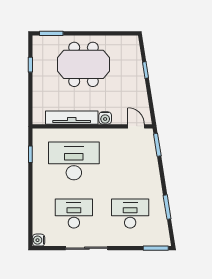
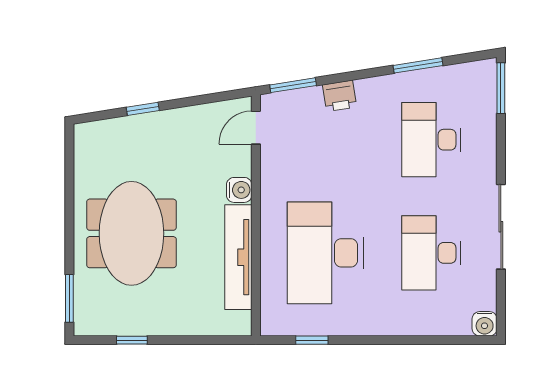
printer: (152, 168) -> (340, 96), added

